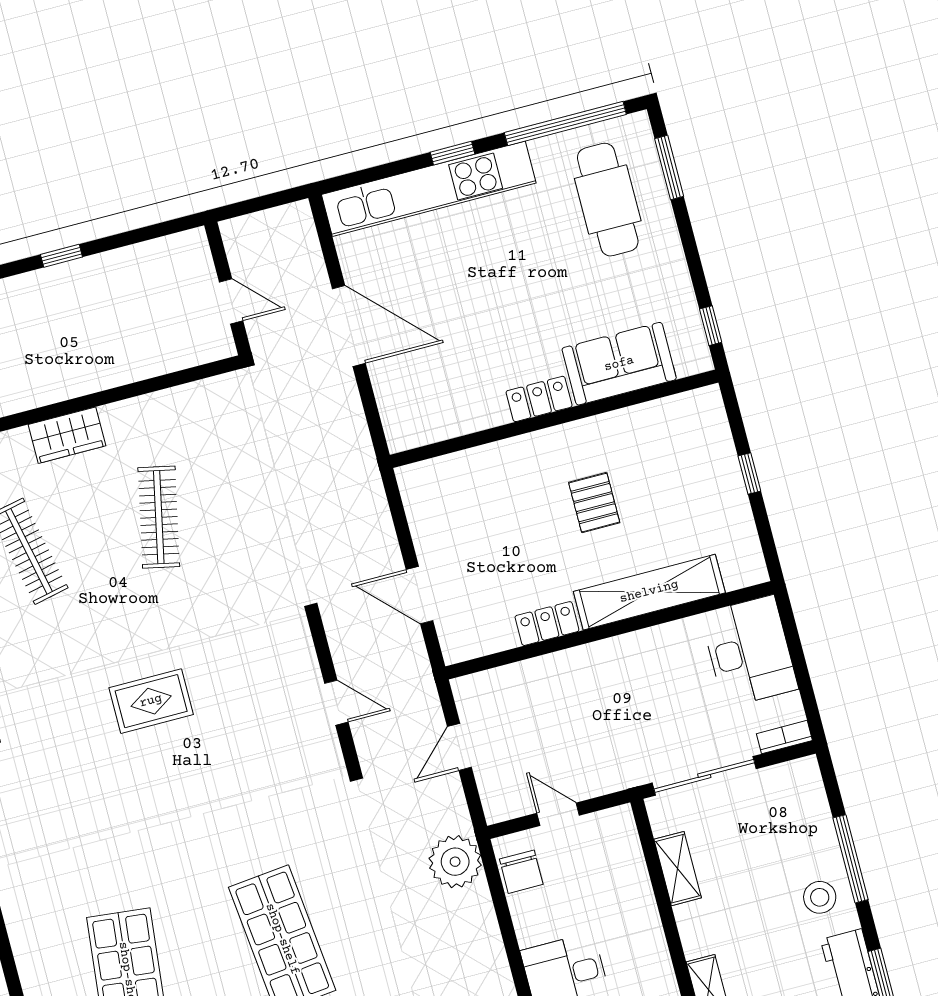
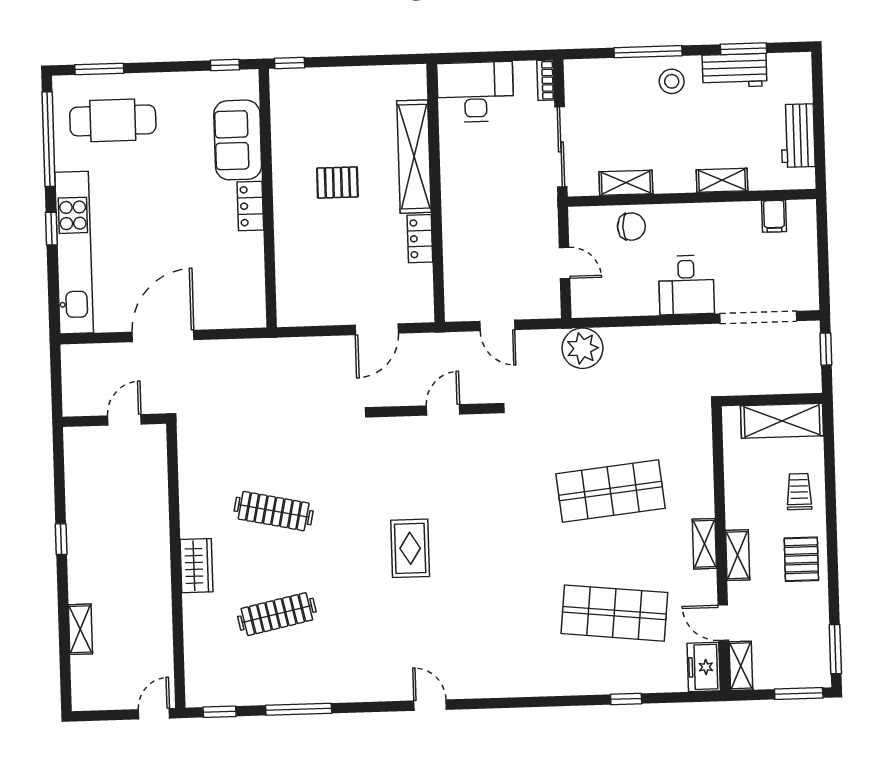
window: (749, 473) -> (290, 63), moved
door: (558, 814) -> (565, 263), swing flipped
chair: (521, 872) -> (631, 227), moved

